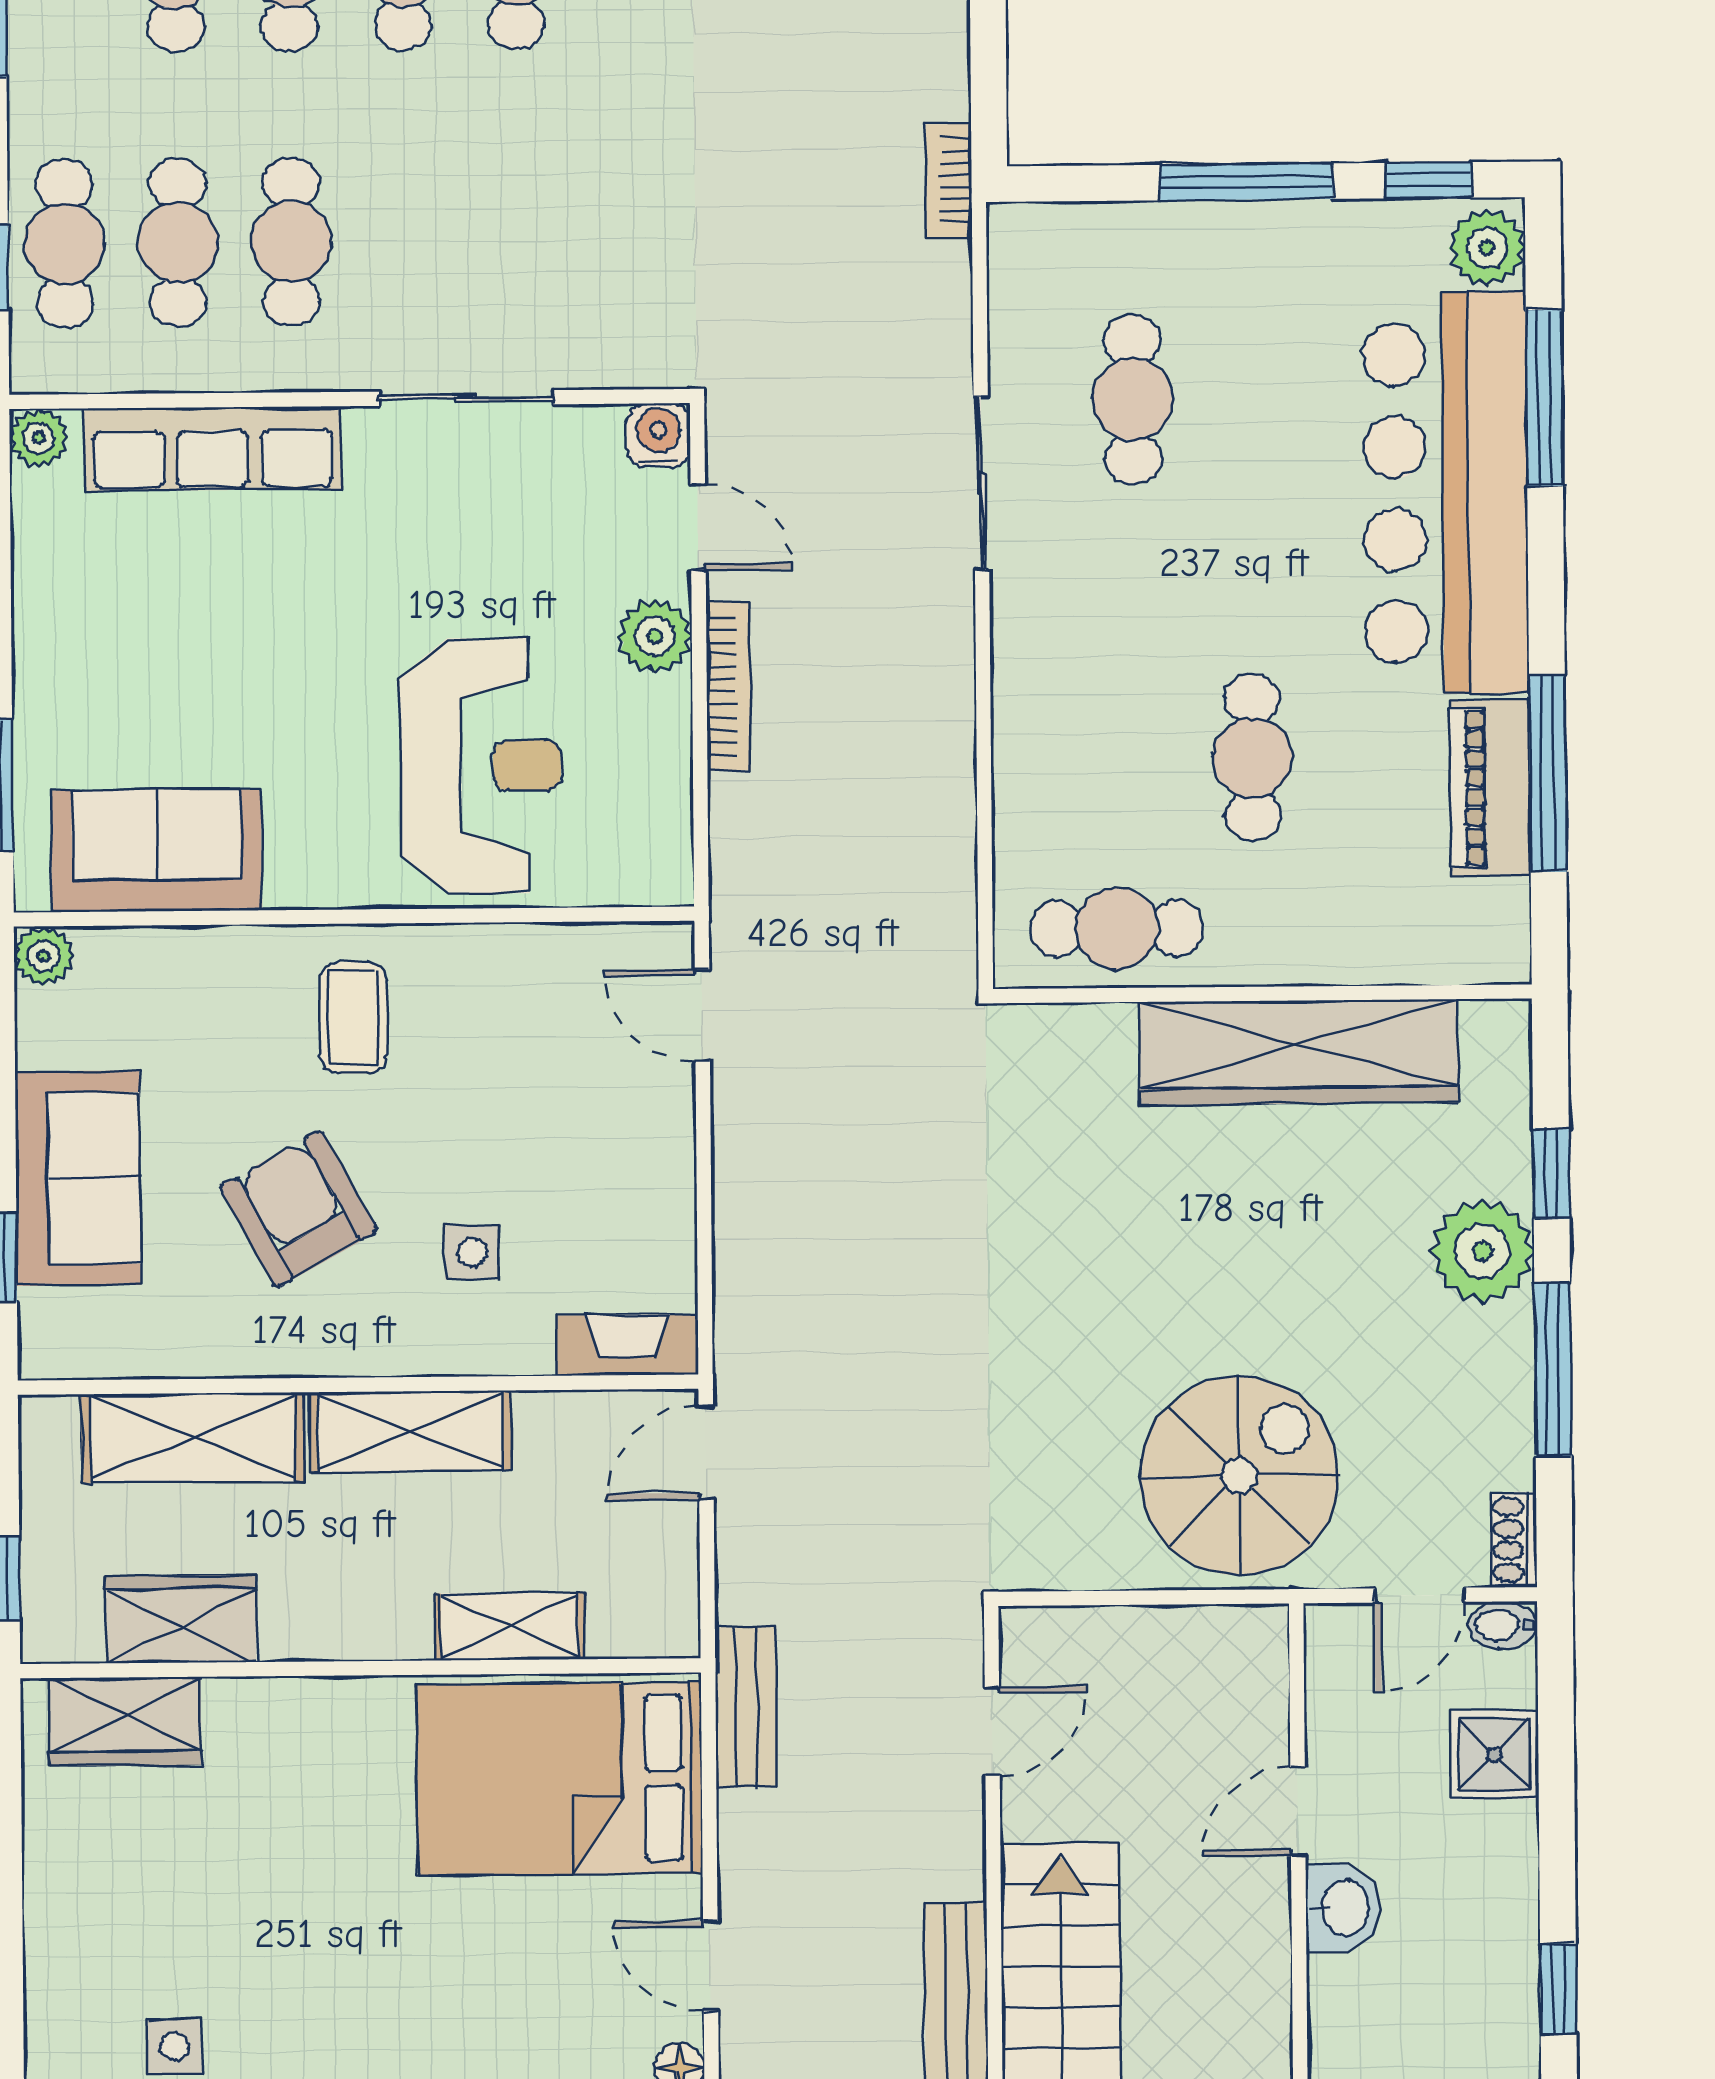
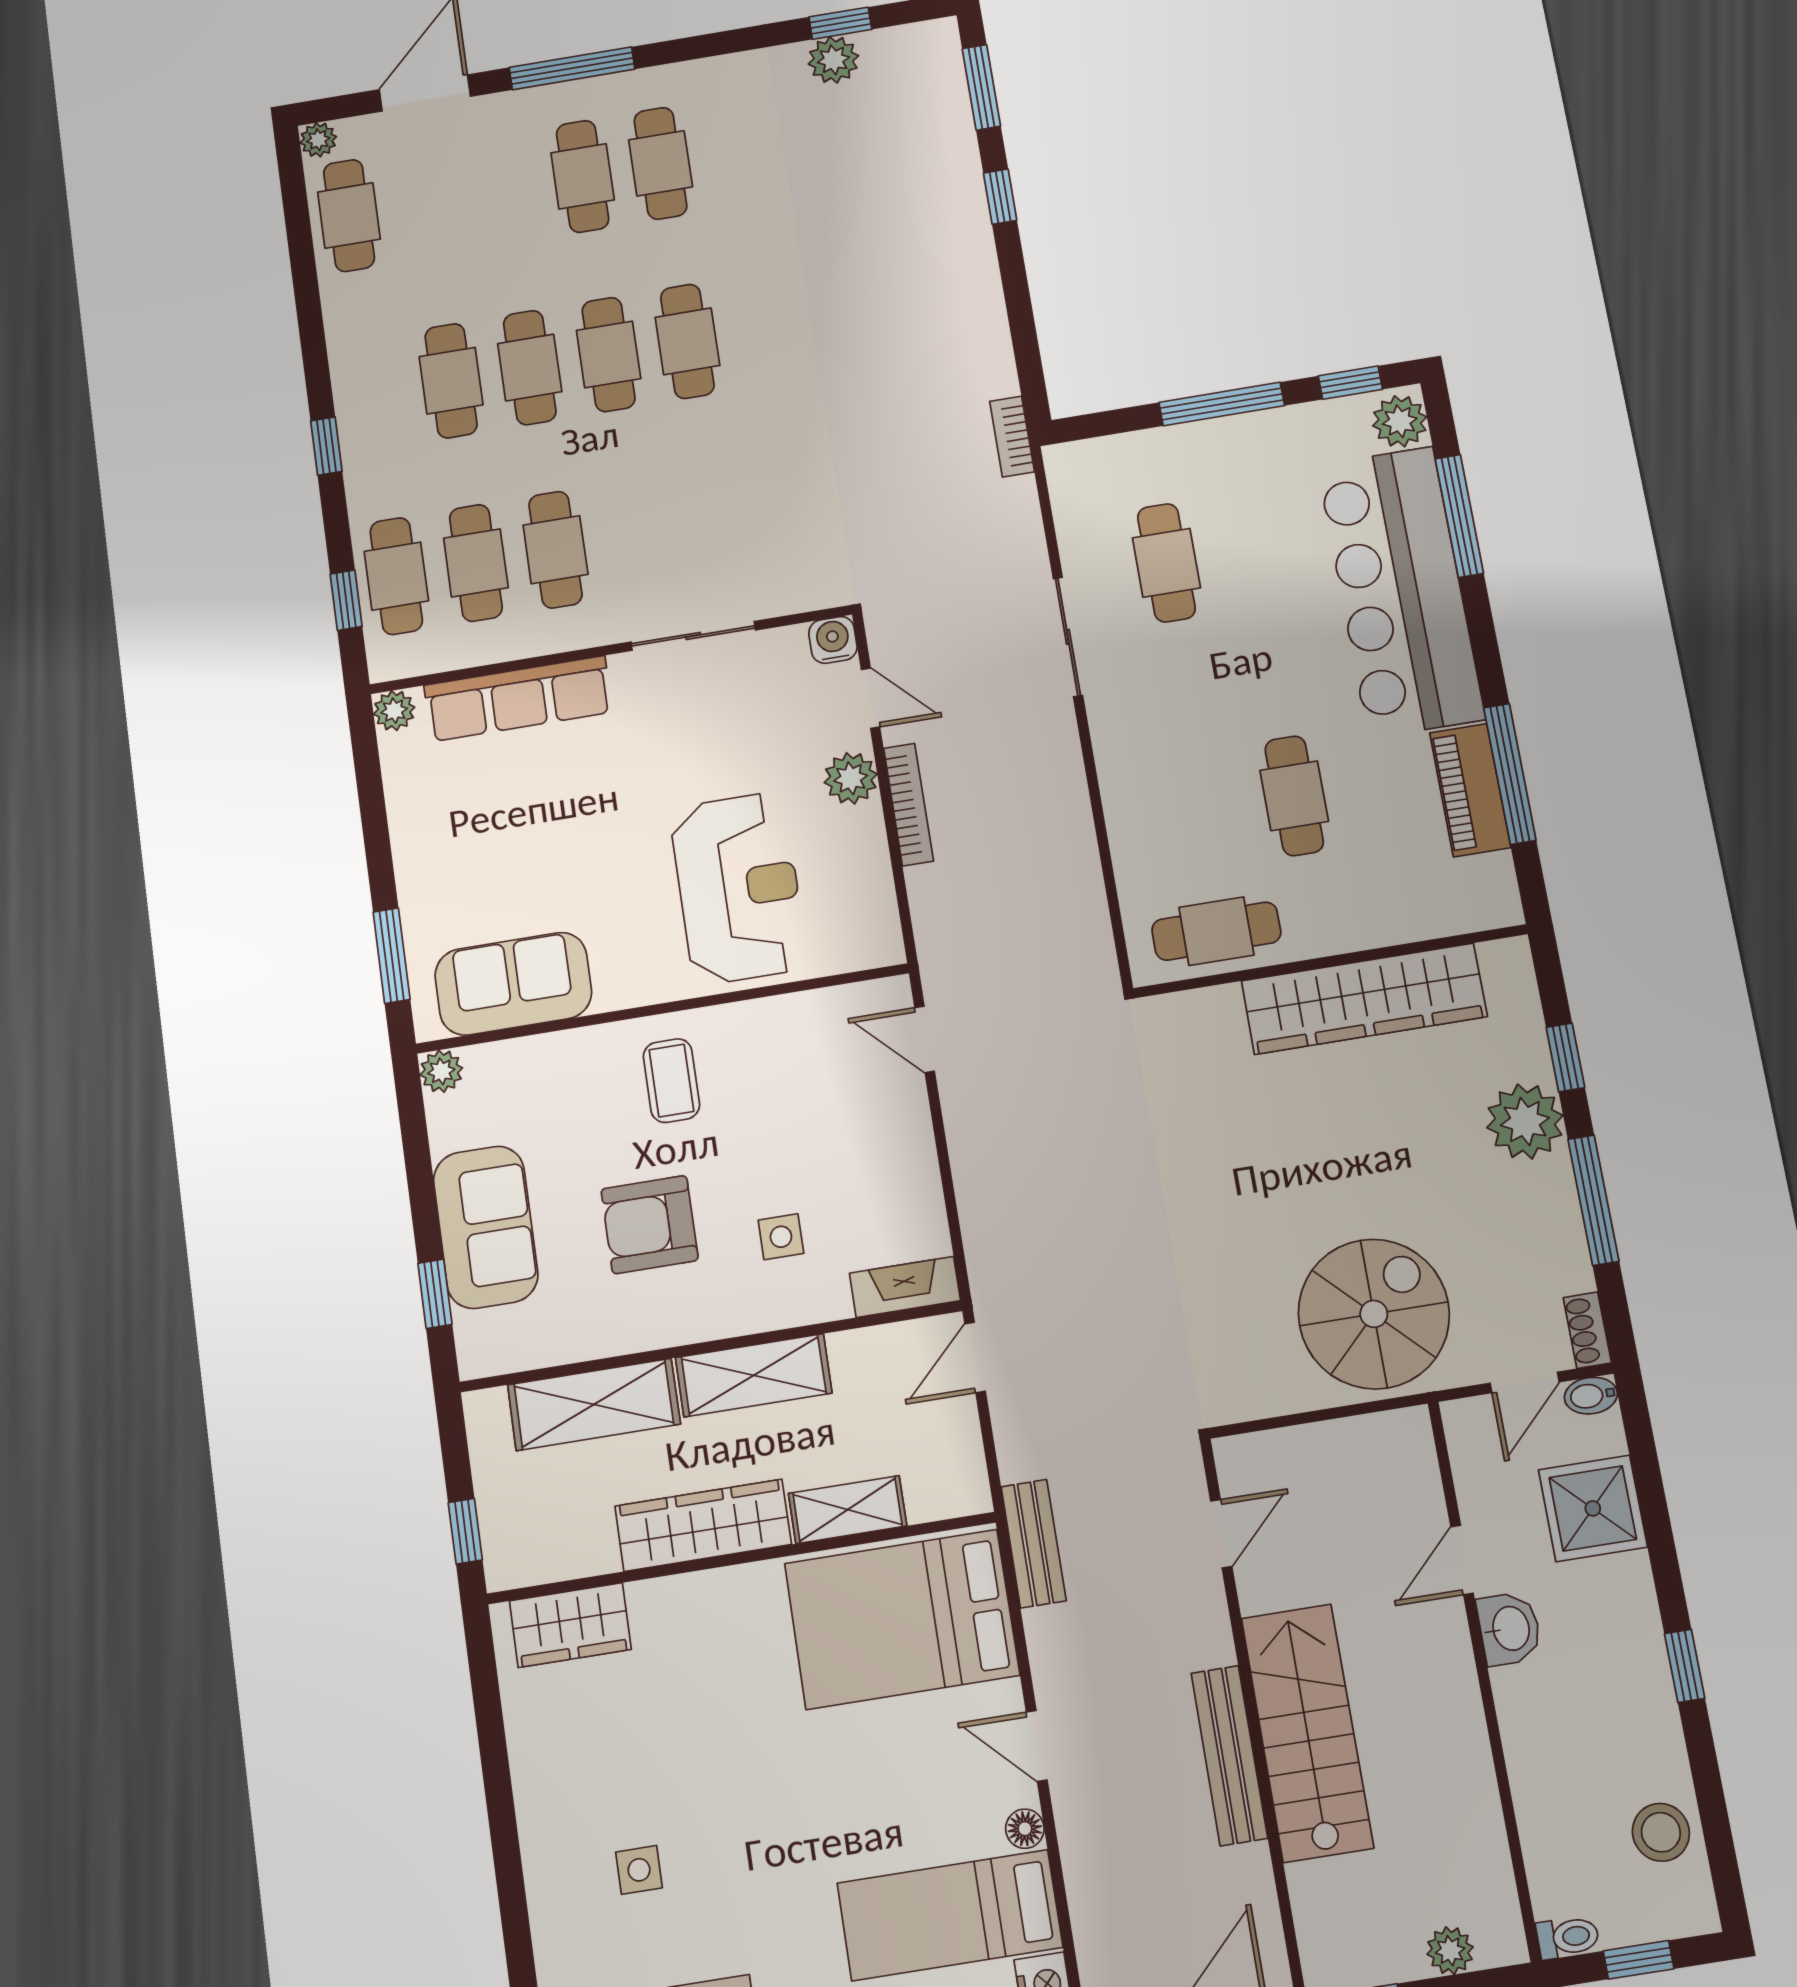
armchair: (298, 1209) -> (650, 1225), turned -61
wardrobe: (181, 1619) -> (703, 1525), moved, width x1.50
shower: (1494, 1755) -> (1593, 1508), width x1.36, depth x1.36

